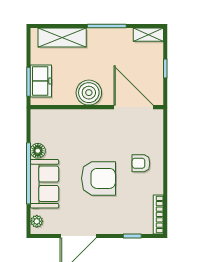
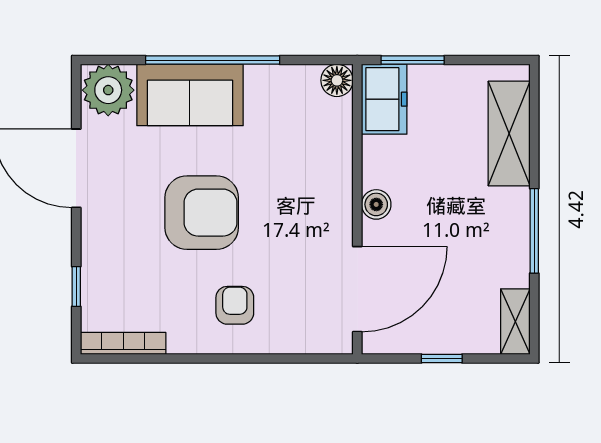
freezer: (41, 81) -> (384, 99), moved, turned -90
boiler: (89, 93) -> (376, 204), width x0.54, depth x0.54
floor lamp: (38, 151) -> (337, 80), moved
armchair: (98, 178) -> (202, 213), turned -90
plant: (37, 221) -> (108, 90), width x1.88, depth x1.88

